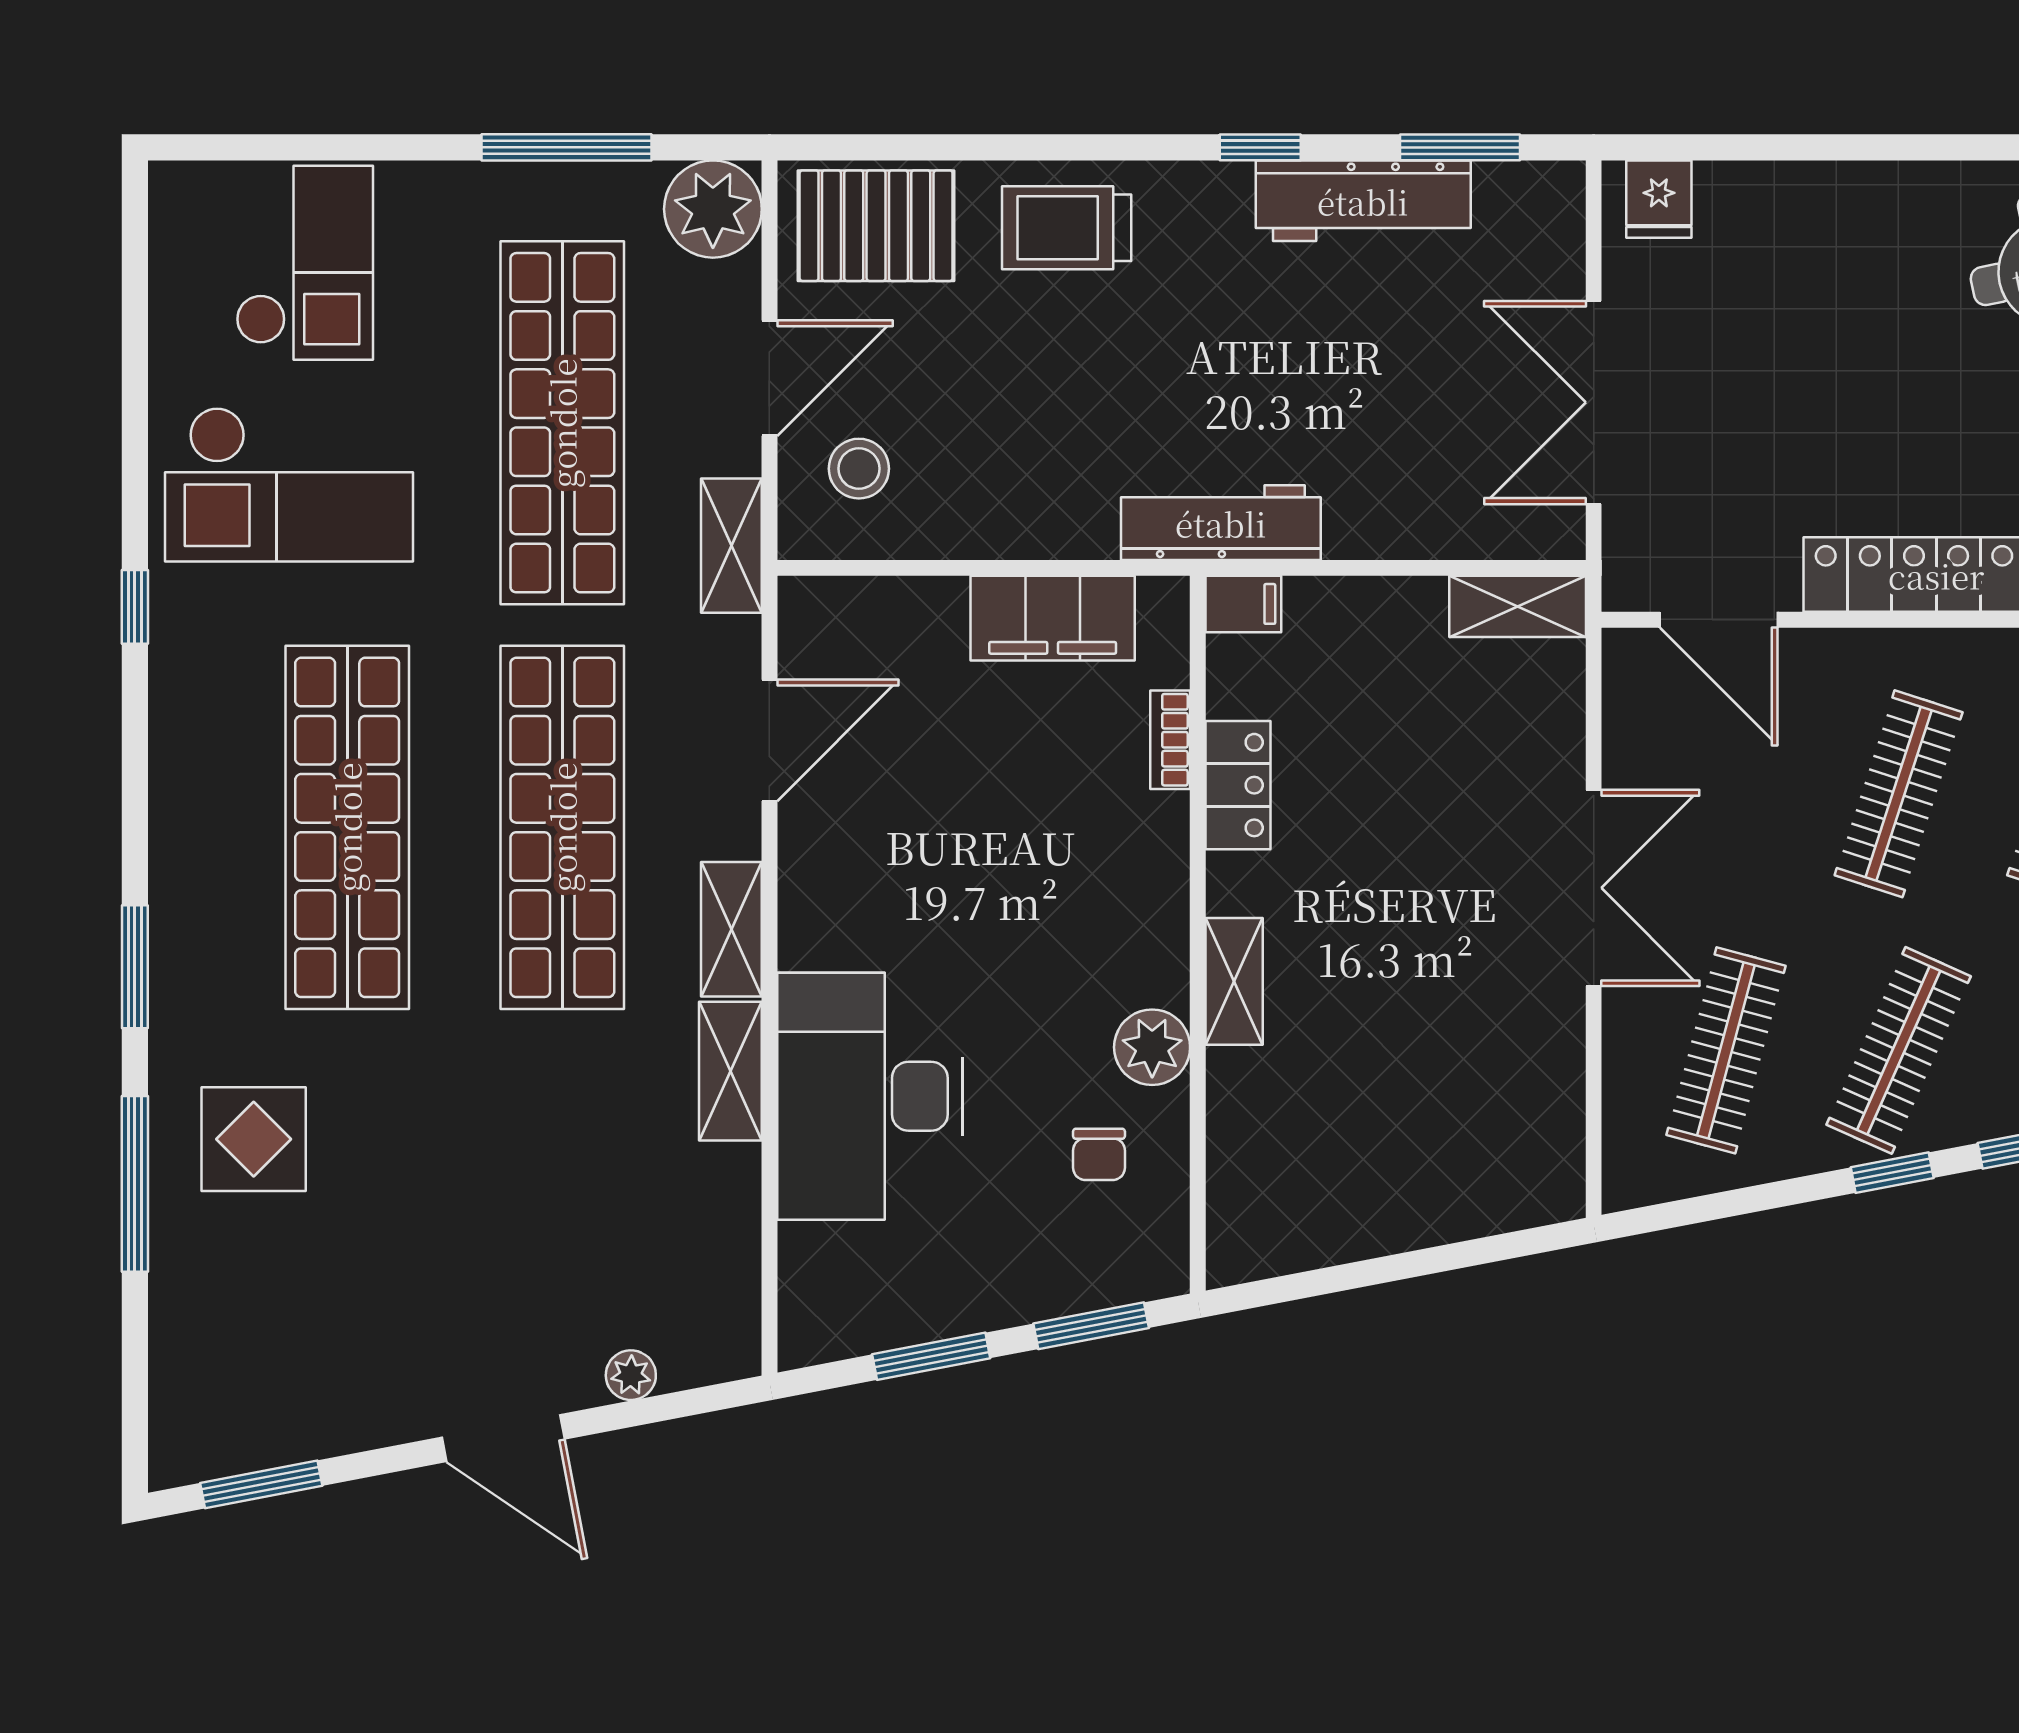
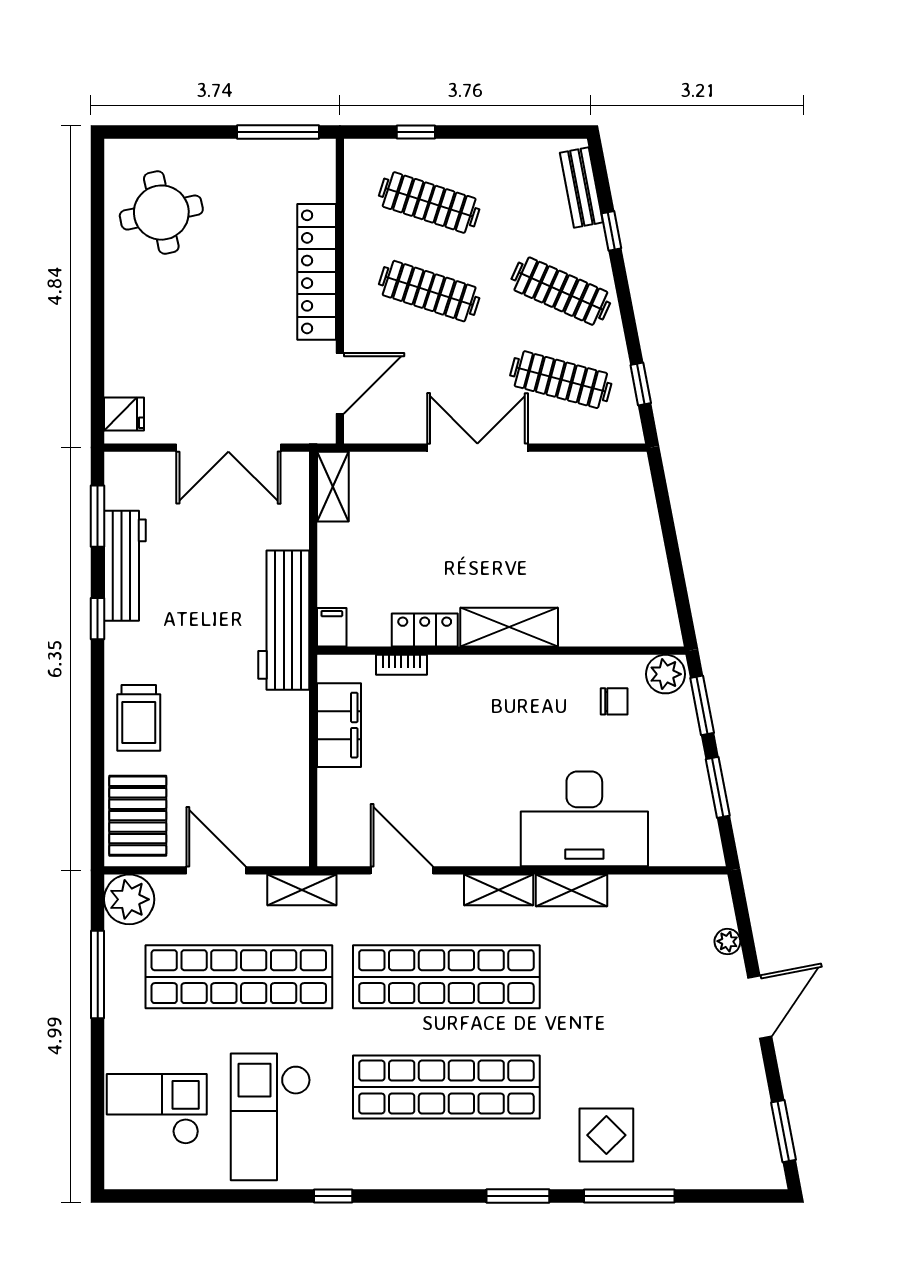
stool: (859, 469) -> (262, 824), removed
checkout: (289, 484) -> (270, 1117), turned 180
workbench: (1221, 523) -> (284, 620), width x1.36, depth x1.32
shelving: (1234, 981) -> (509, 627), width x1.50, depth x1.33
plant: (1152, 1047) -> (665, 674), moved
window: (1892, 1173) -> (641, 384), moved

